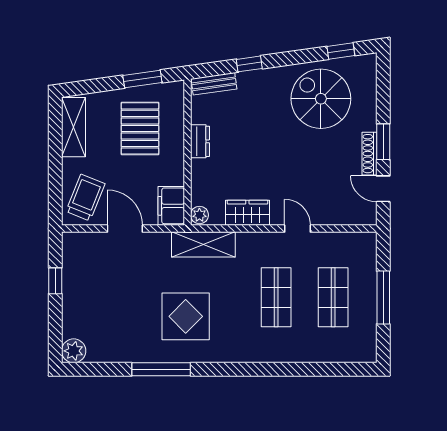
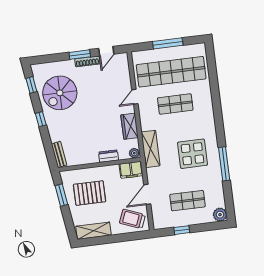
window: (249, 64) -> (41, 119), moved
dresser: (200, 141) -> (108, 156), moved
shop shelf: (105, 297) -> (187, 201), added
shop shelf: (333, 297) -> (171, 72), width x2.00, depth x1.36

